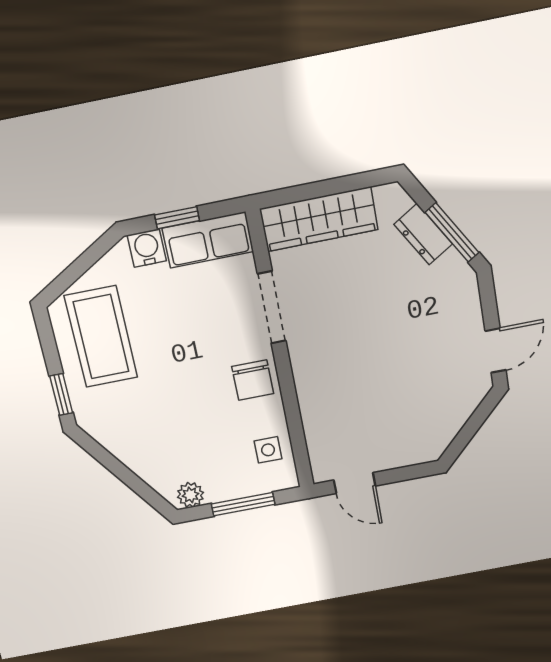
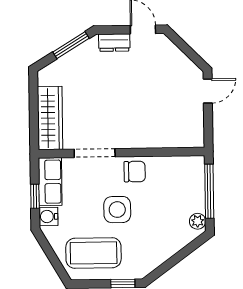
dresser: (423, 234) -> (114, 43), moved, turned 31
side table: (268, 450) -> (117, 210), moved, width x1.87, depth x1.87
door: (355, 483) -> (208, 91), moved
window: (243, 504) -> (209, 191), width x1.44

